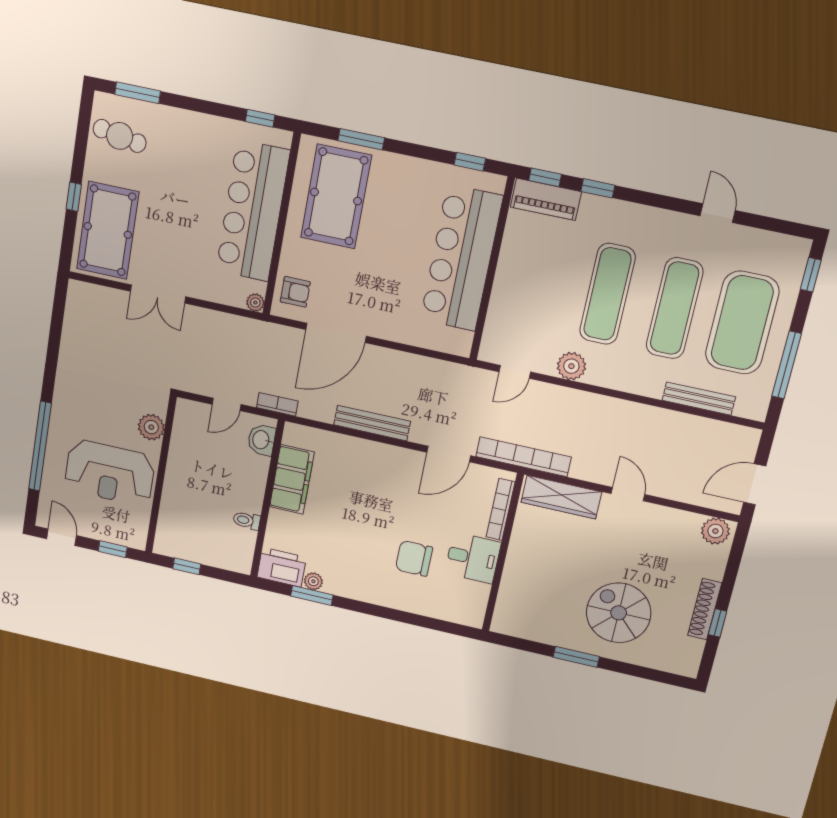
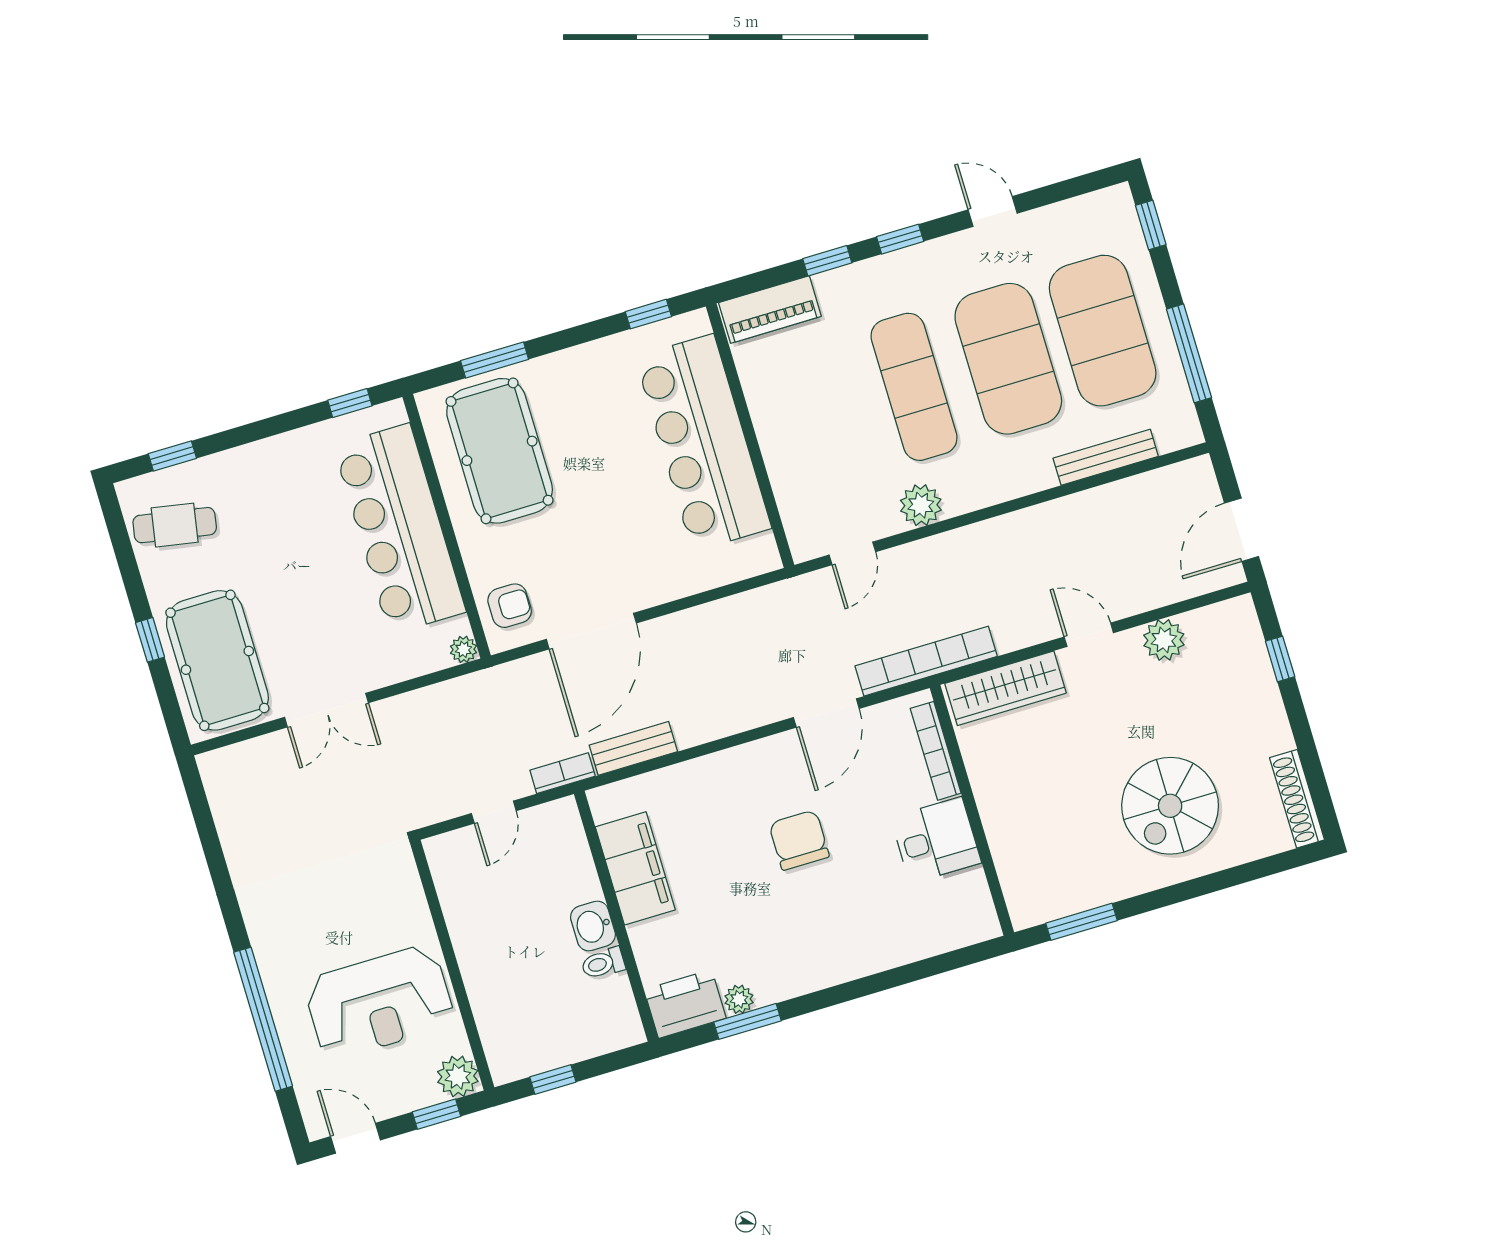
window: (138, 93) -> (172, 456), width x0.67
window: (545, 177) -> (900, 239), moved
exercise mat: (675, 308) -> (1008, 359), width x1.47
bench: (372, 423) -> (633, 748), moved, width x0.73
plant: (151, 427) -> (458, 1076), moved
washbasin: (261, 440) -> (593, 926), moved
plant: (715, 531) -> (1164, 640), moved
chair: (414, 558) -> (799, 840), moved, turned 90
shoe rack: (705, 609) -> (1297, 799), moved
spiral stairs: (619, 613) -> (1170, 806), turned -90
window: (718, 623) -> (1280, 659), moved
window: (576, 657) -> (1081, 922), moved

